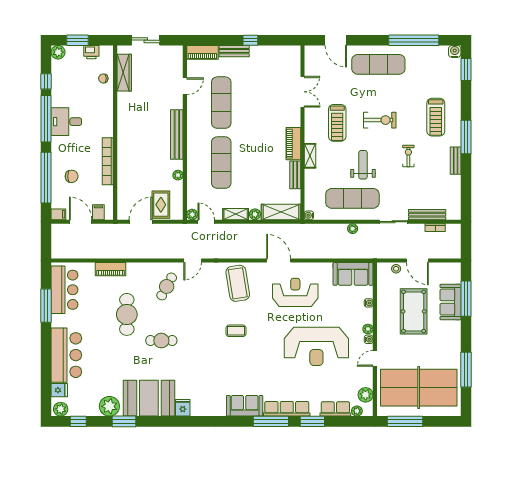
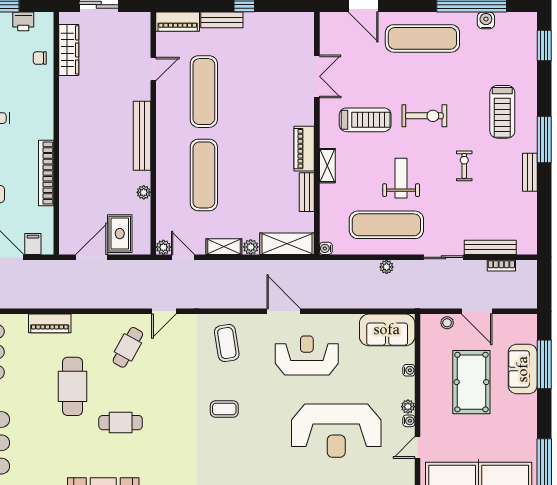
water cooler: (455, 51) -> (486, 20), moved
treadmill: (337, 123) -> (365, 120), turned -90
coffee table: (238, 283) -> (227, 343), width x0.73, depth x0.76

